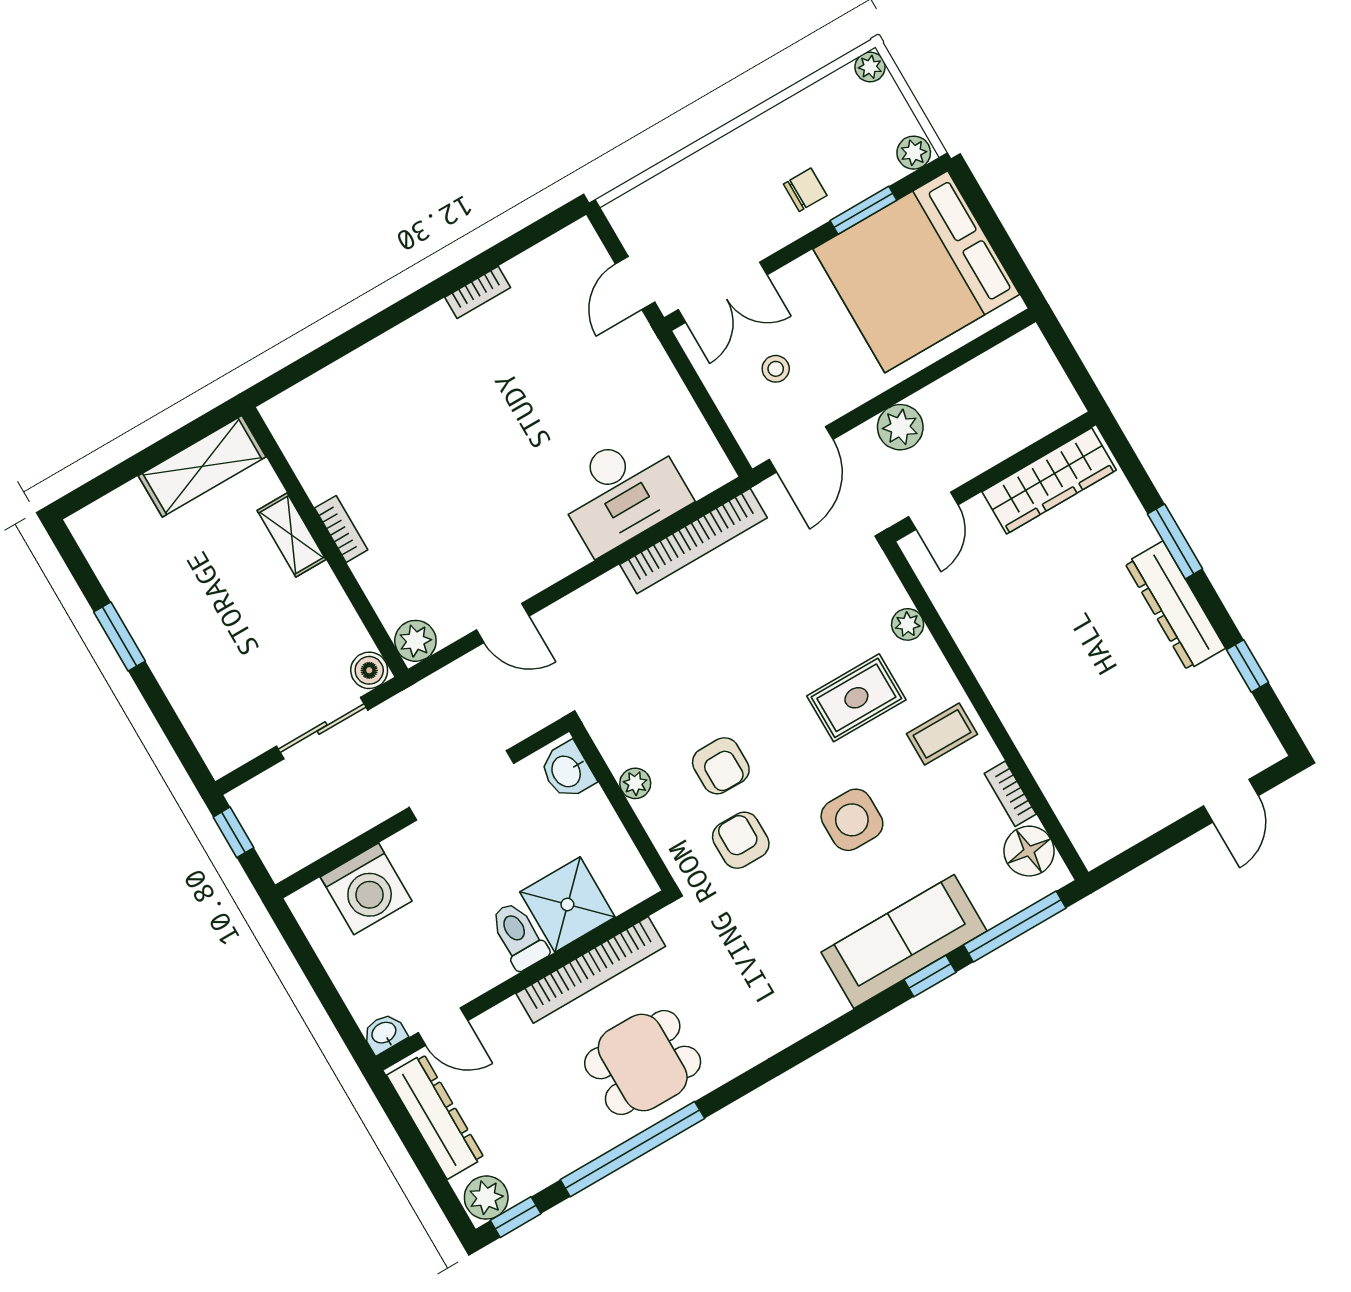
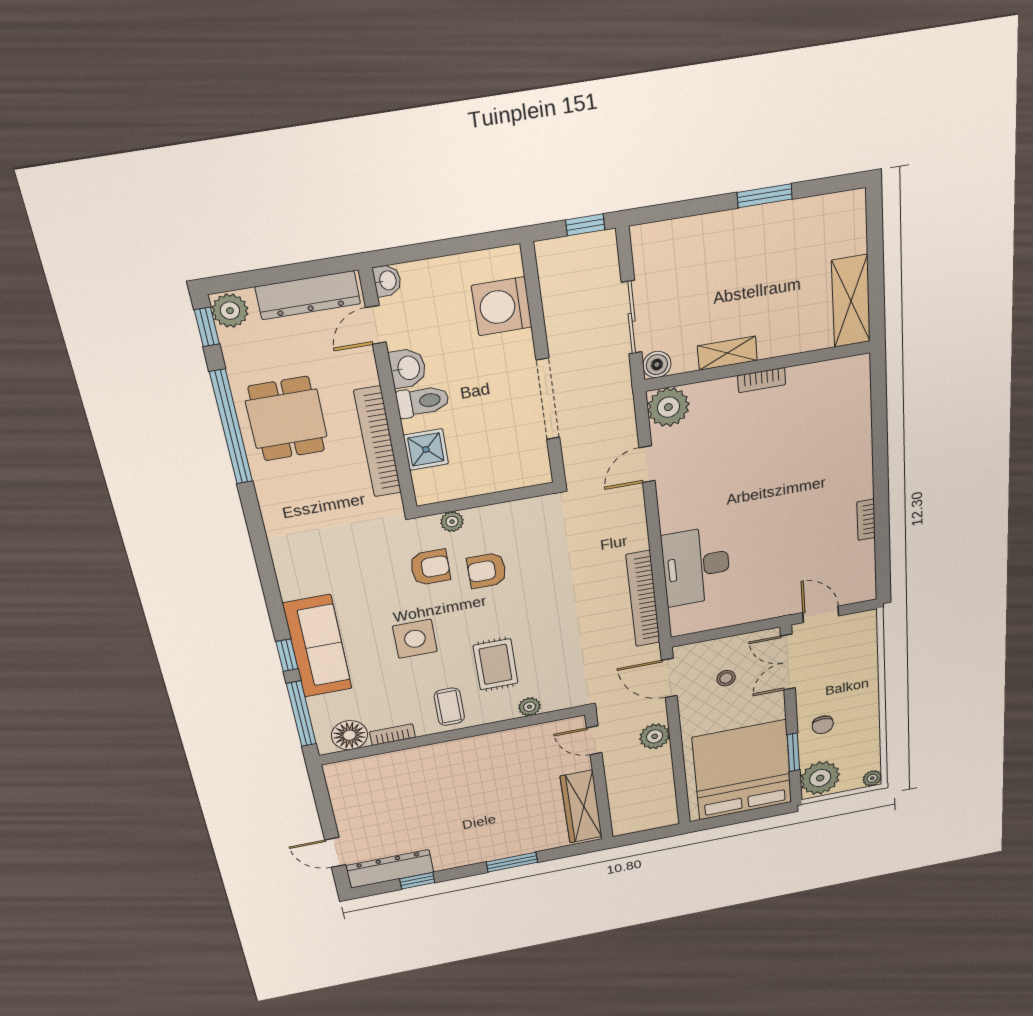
plant: (914, 153) -> (820, 778), width x1.88, depth x1.88
shelving: (292, 535) -> (727, 353), moved
dresser: (1175, 606) -> (390, 869), moved
plant: (415, 641) -> (668, 407), width x1.36, depth x1.36
washbasin: (567, 771) -> (408, 368), moved, turned 90
plant: (635, 783) -> (452, 522), moved
shower: (567, 904) -> (426, 449), width x0.73, depth x0.73
dining table: (643, 1063) -> (286, 419), moved

